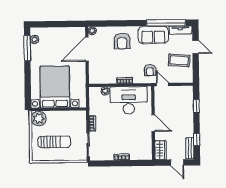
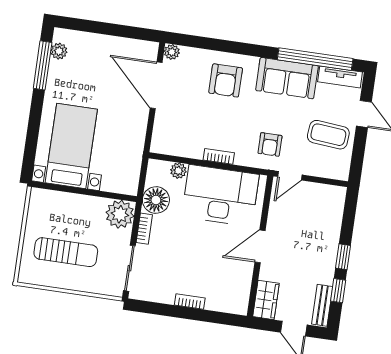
door: (87, 49) -> (156, 85), hinge flipped
door: (163, 85) -> (290, 176), swing flipped
bed with nightstands: (55, 87) -> (71, 146), width x0.73
window: (196, 106) -> (343, 257), moved
floor lamp: (96, 108) -> (156, 200), added
plant: (39, 119) -> (120, 214), moved
door: (153, 123) -> (260, 246), swing flipped

